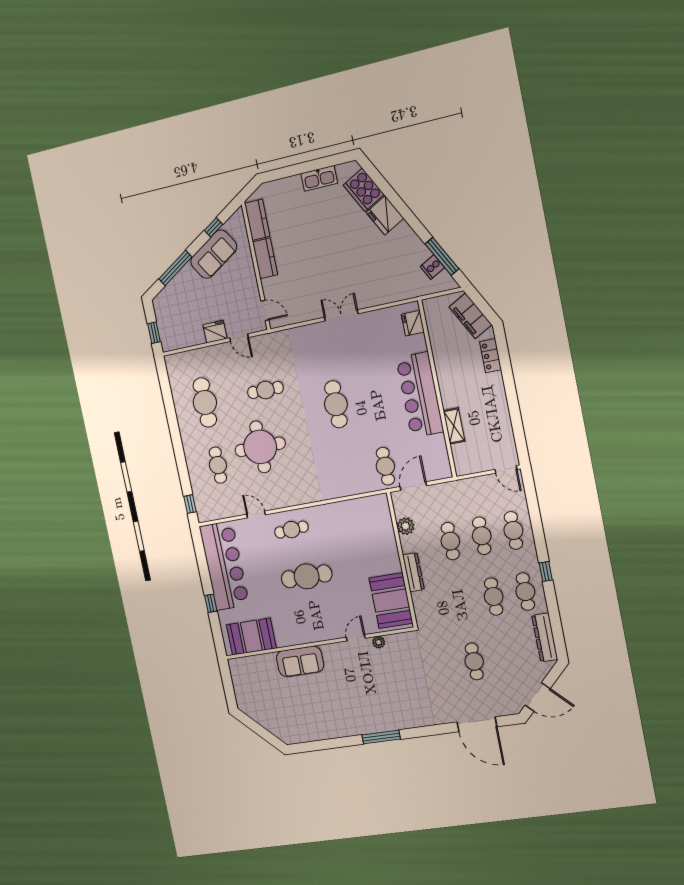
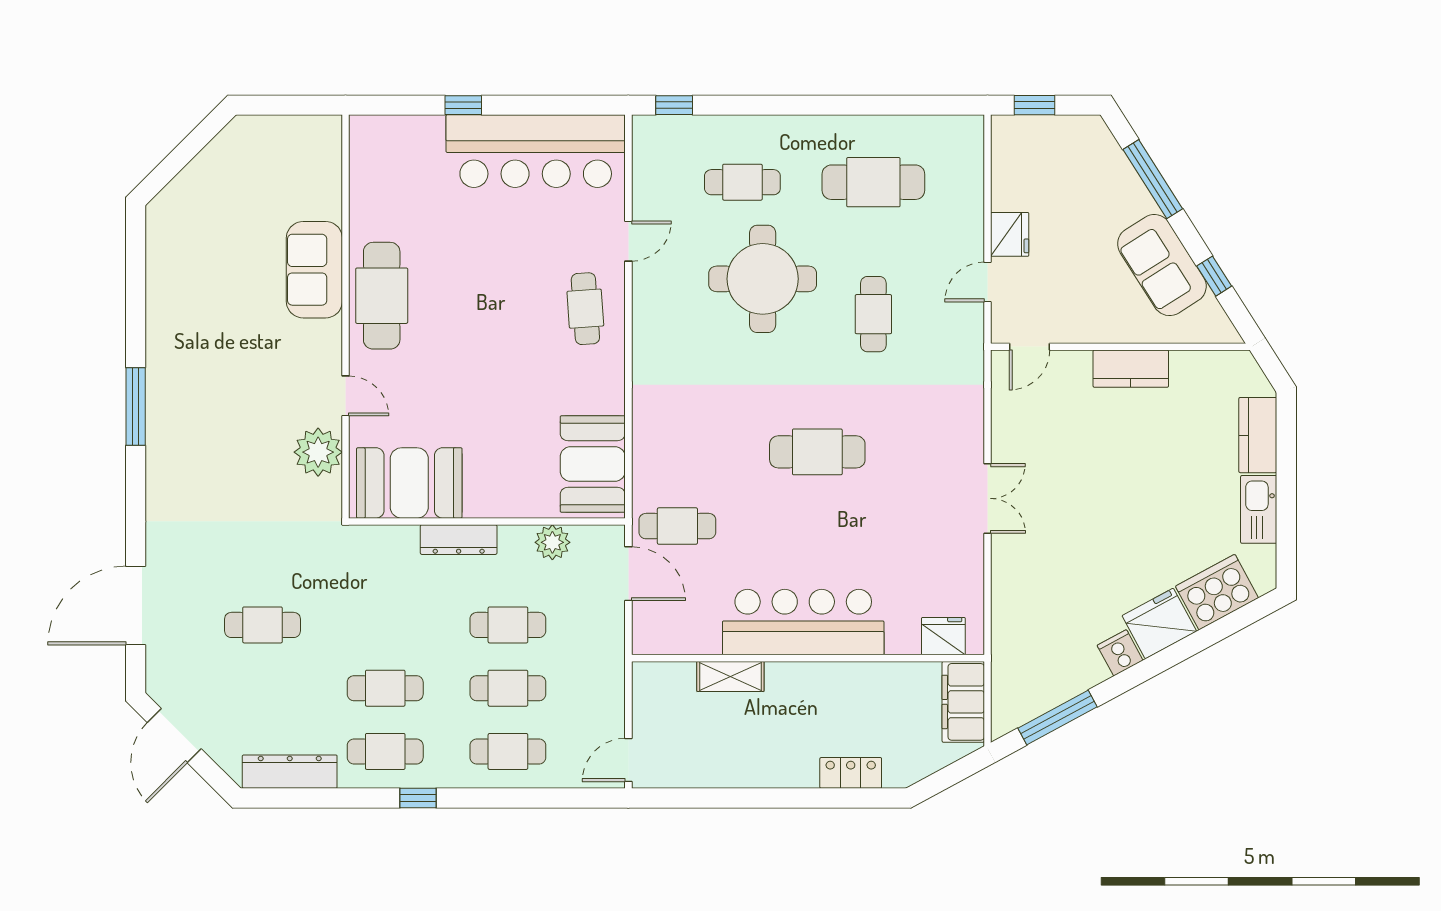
kitchen counter: (257, 220) -> (1258, 435), moved, turned 90
cooker: (432, 267) -> (1120, 653), moved
filing cabinet: (470, 316) -> (963, 702), moved, turned -62
cafe table: (307, 576) -> (382, 296), moved
booth: (251, 636) -> (593, 464), moved
plant: (379, 642) -> (318, 452), width x1.88, depth x1.88

